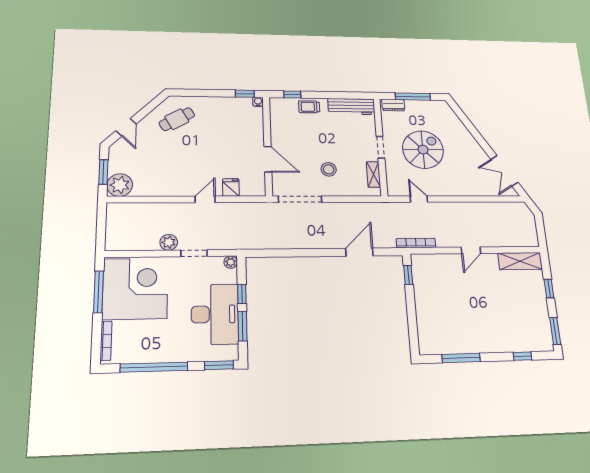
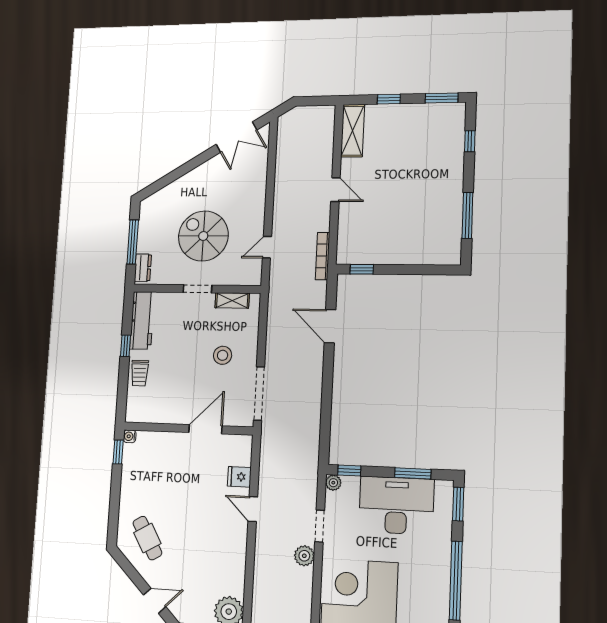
window: (292, 95) -> (126, 346), moved
window: (242, 294) -> (349, 471), moved

